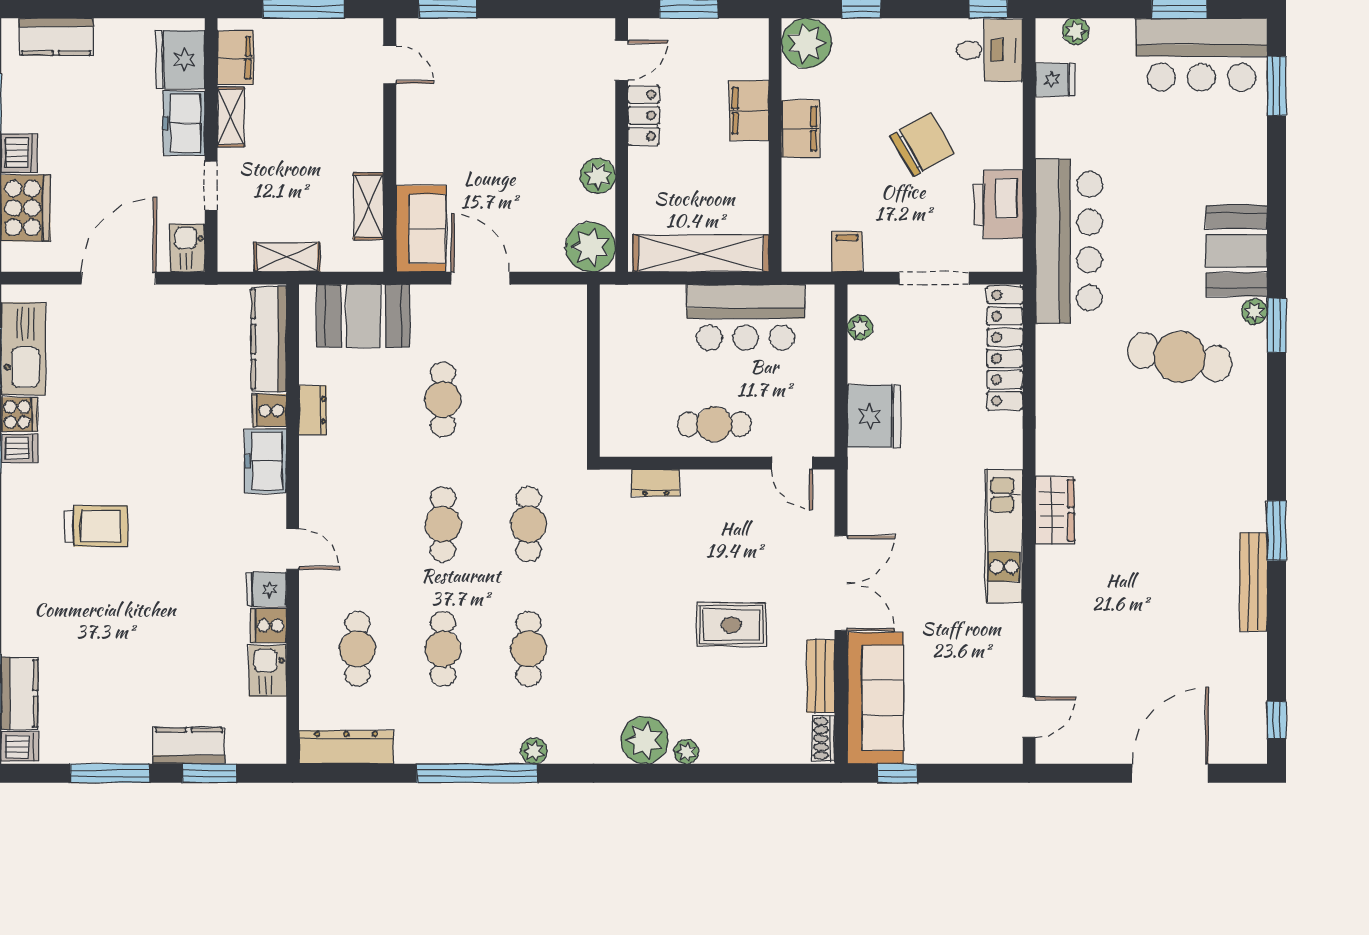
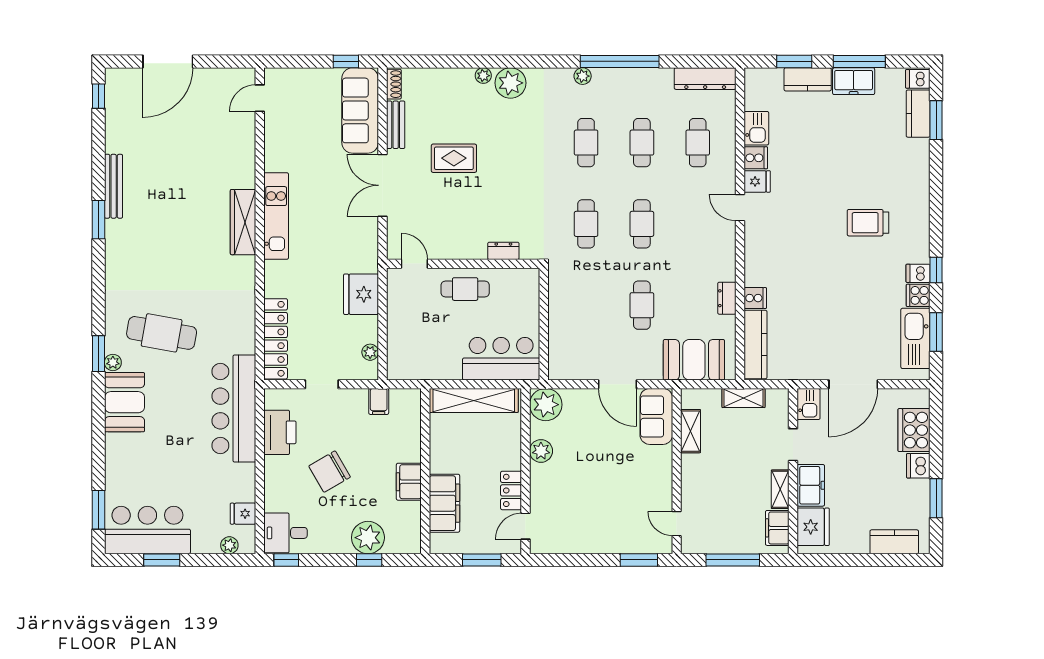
plant: (806, 43) -> (368, 538), moved
filing cabinet: (749, 111) -> (444, 503), width x1.50, depth x1.17
doorway: (934, 278) -> (322, 384), width x0.73
bar counter: (746, 317) -> (501, 359), moved
freezer: (266, 461) -> (854, 81), moved, turned 90
wardrobe: (1055, 510) -> (243, 222), width x1.50

